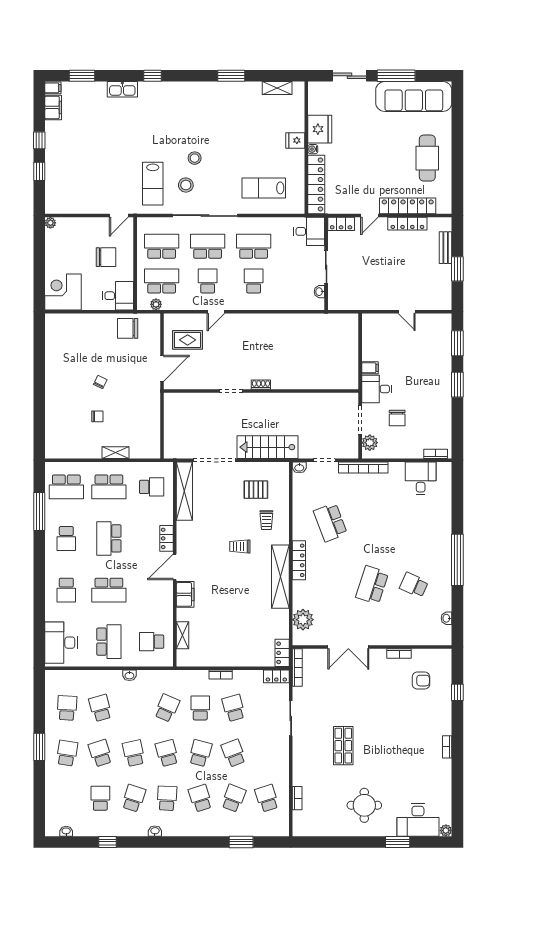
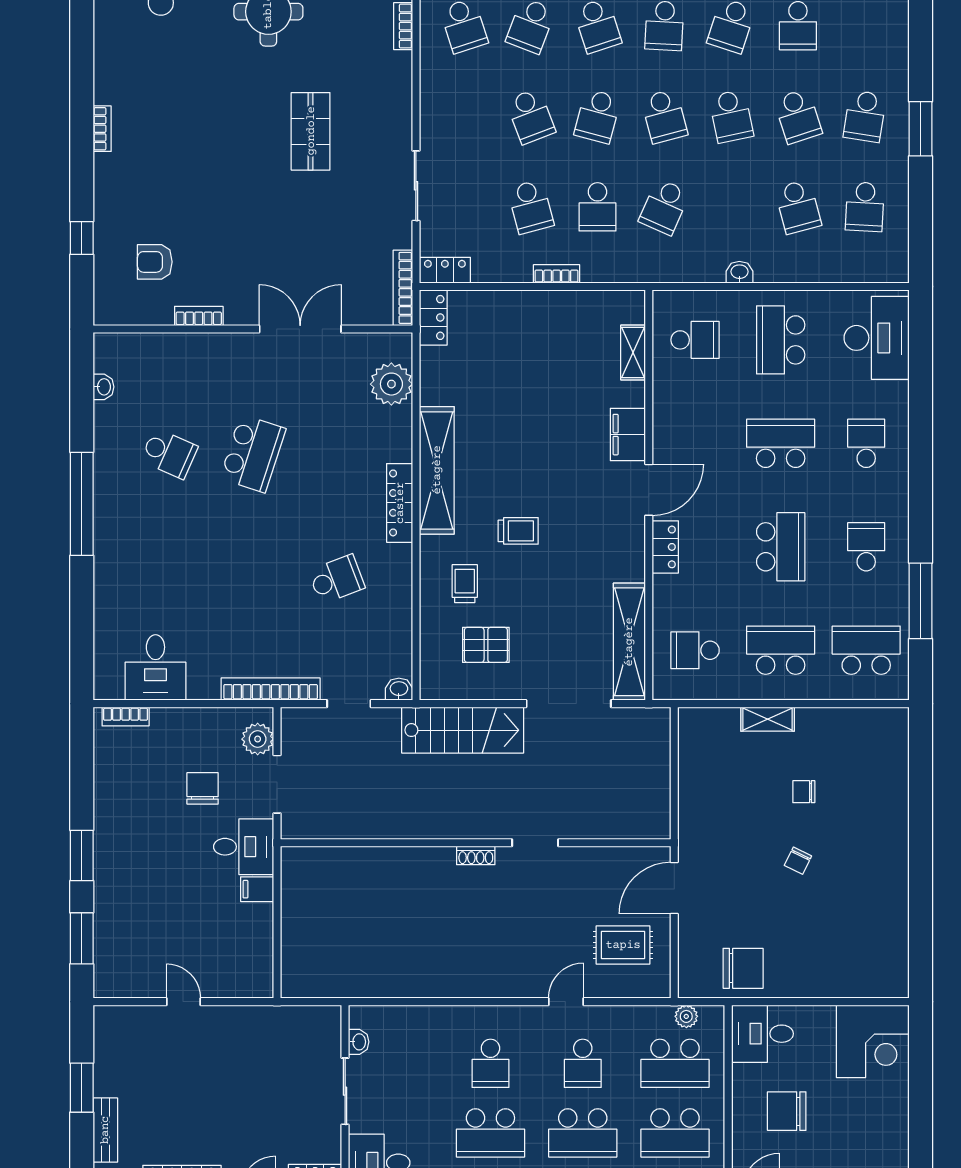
school desk: (330, 522) -> (337, 579), width x0.54

